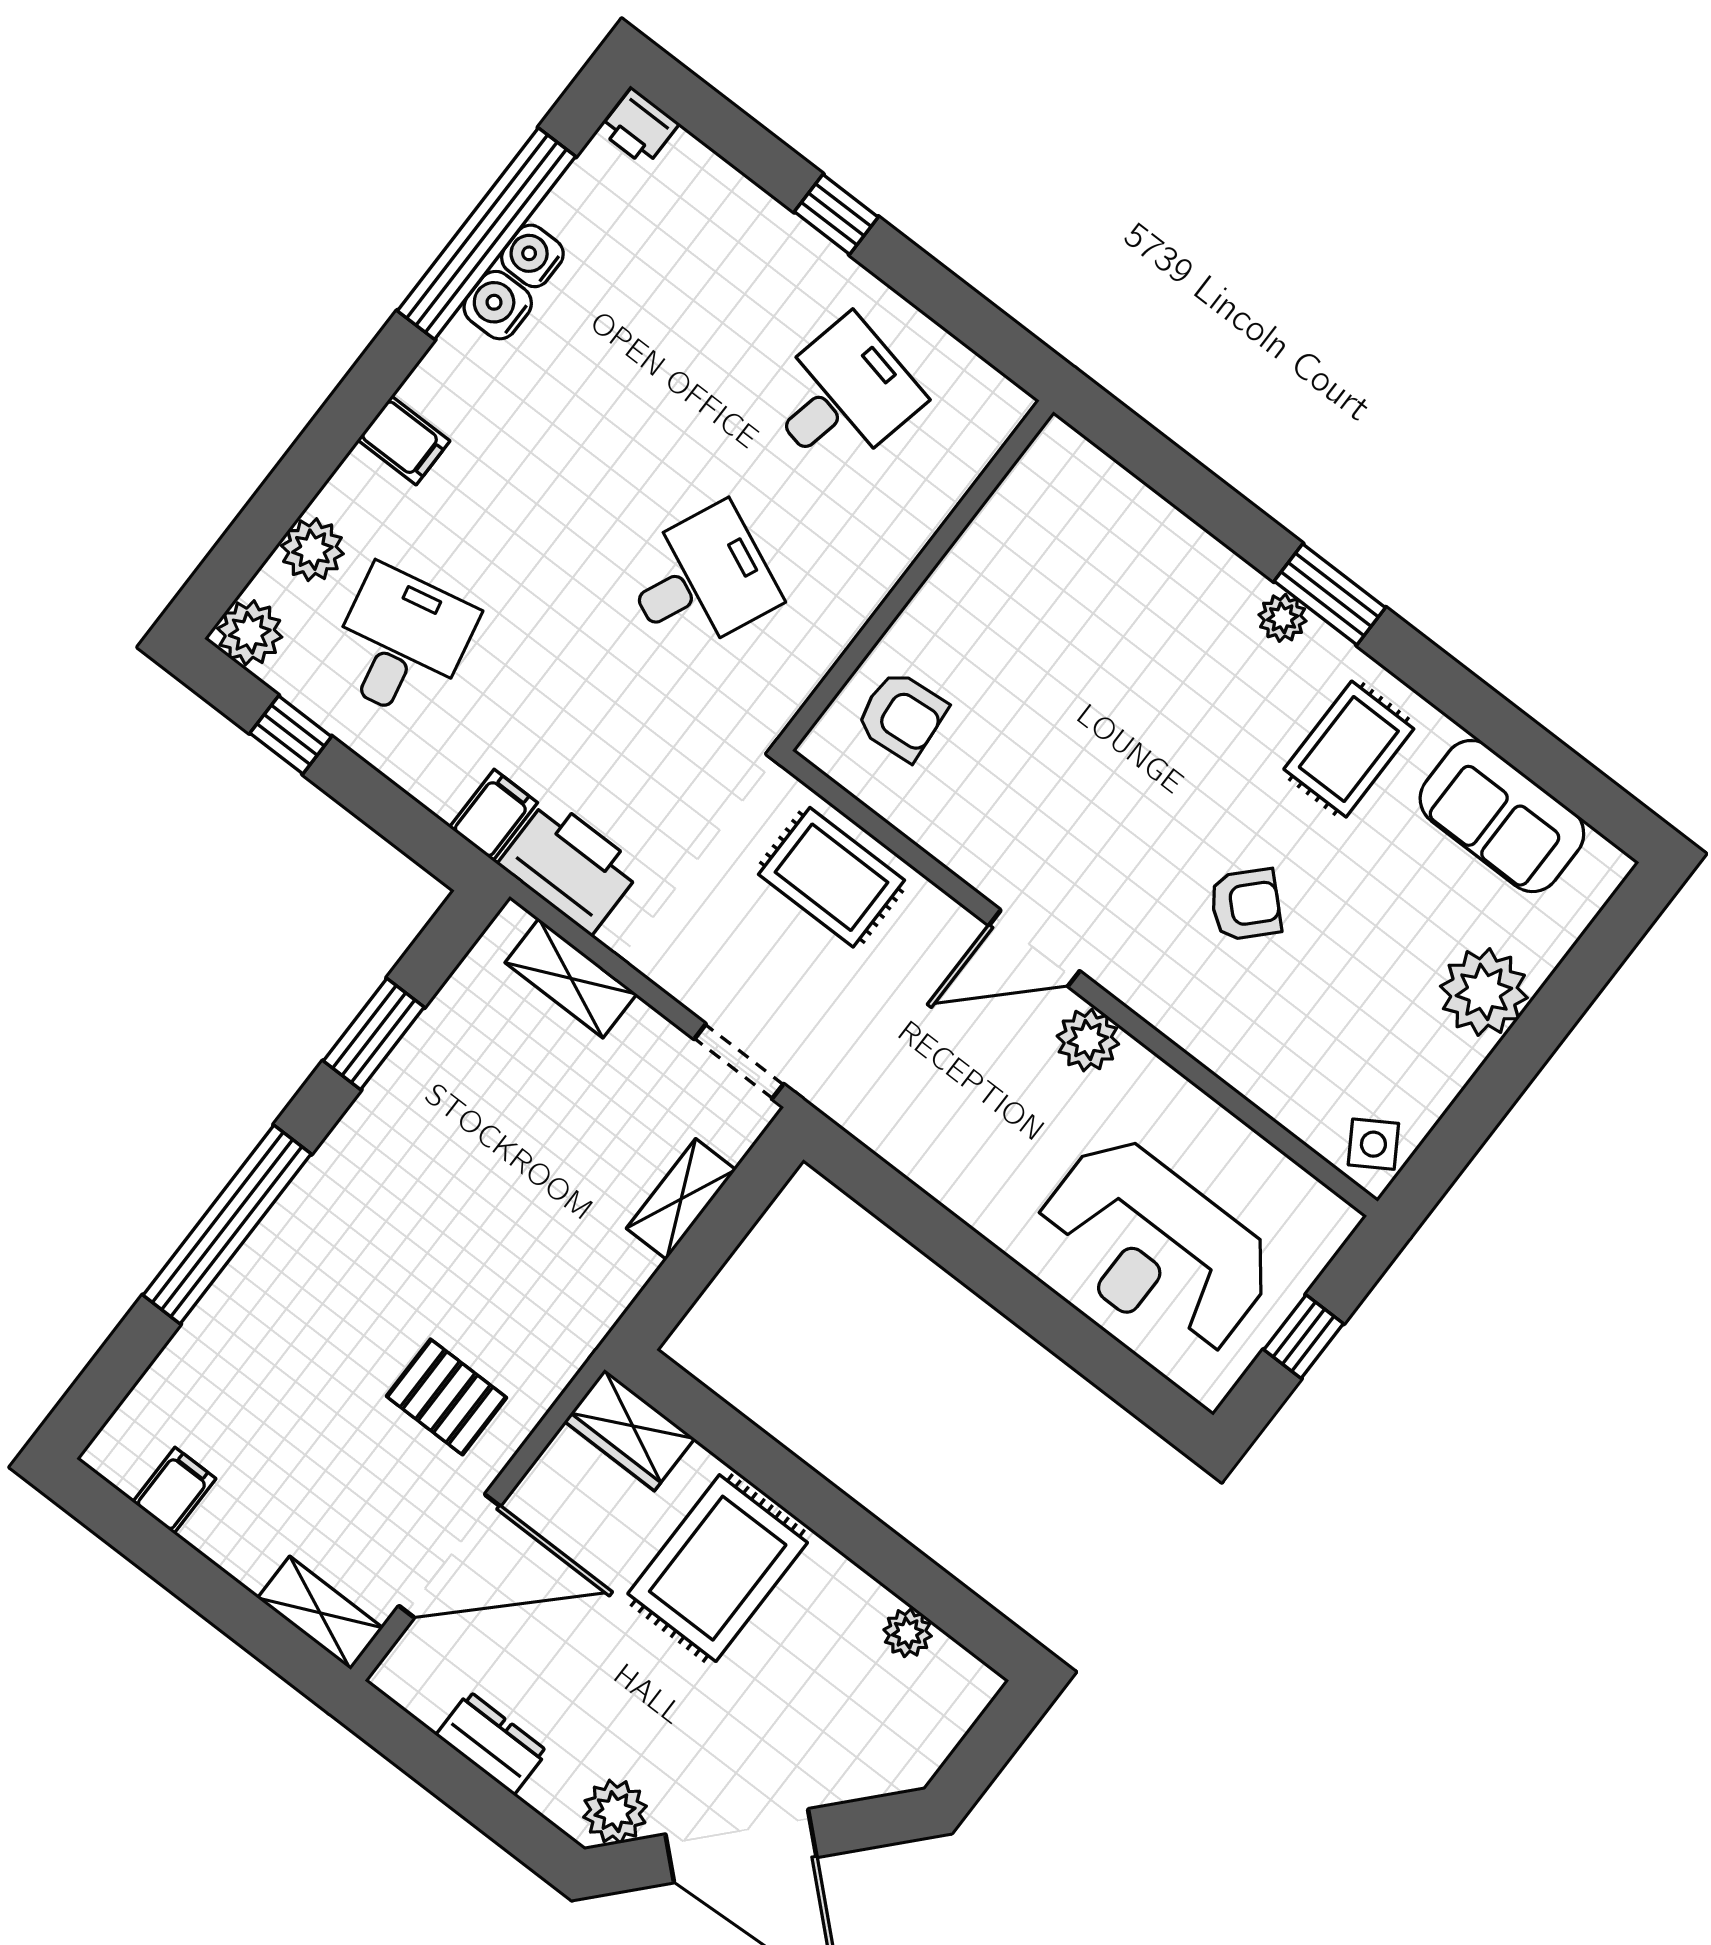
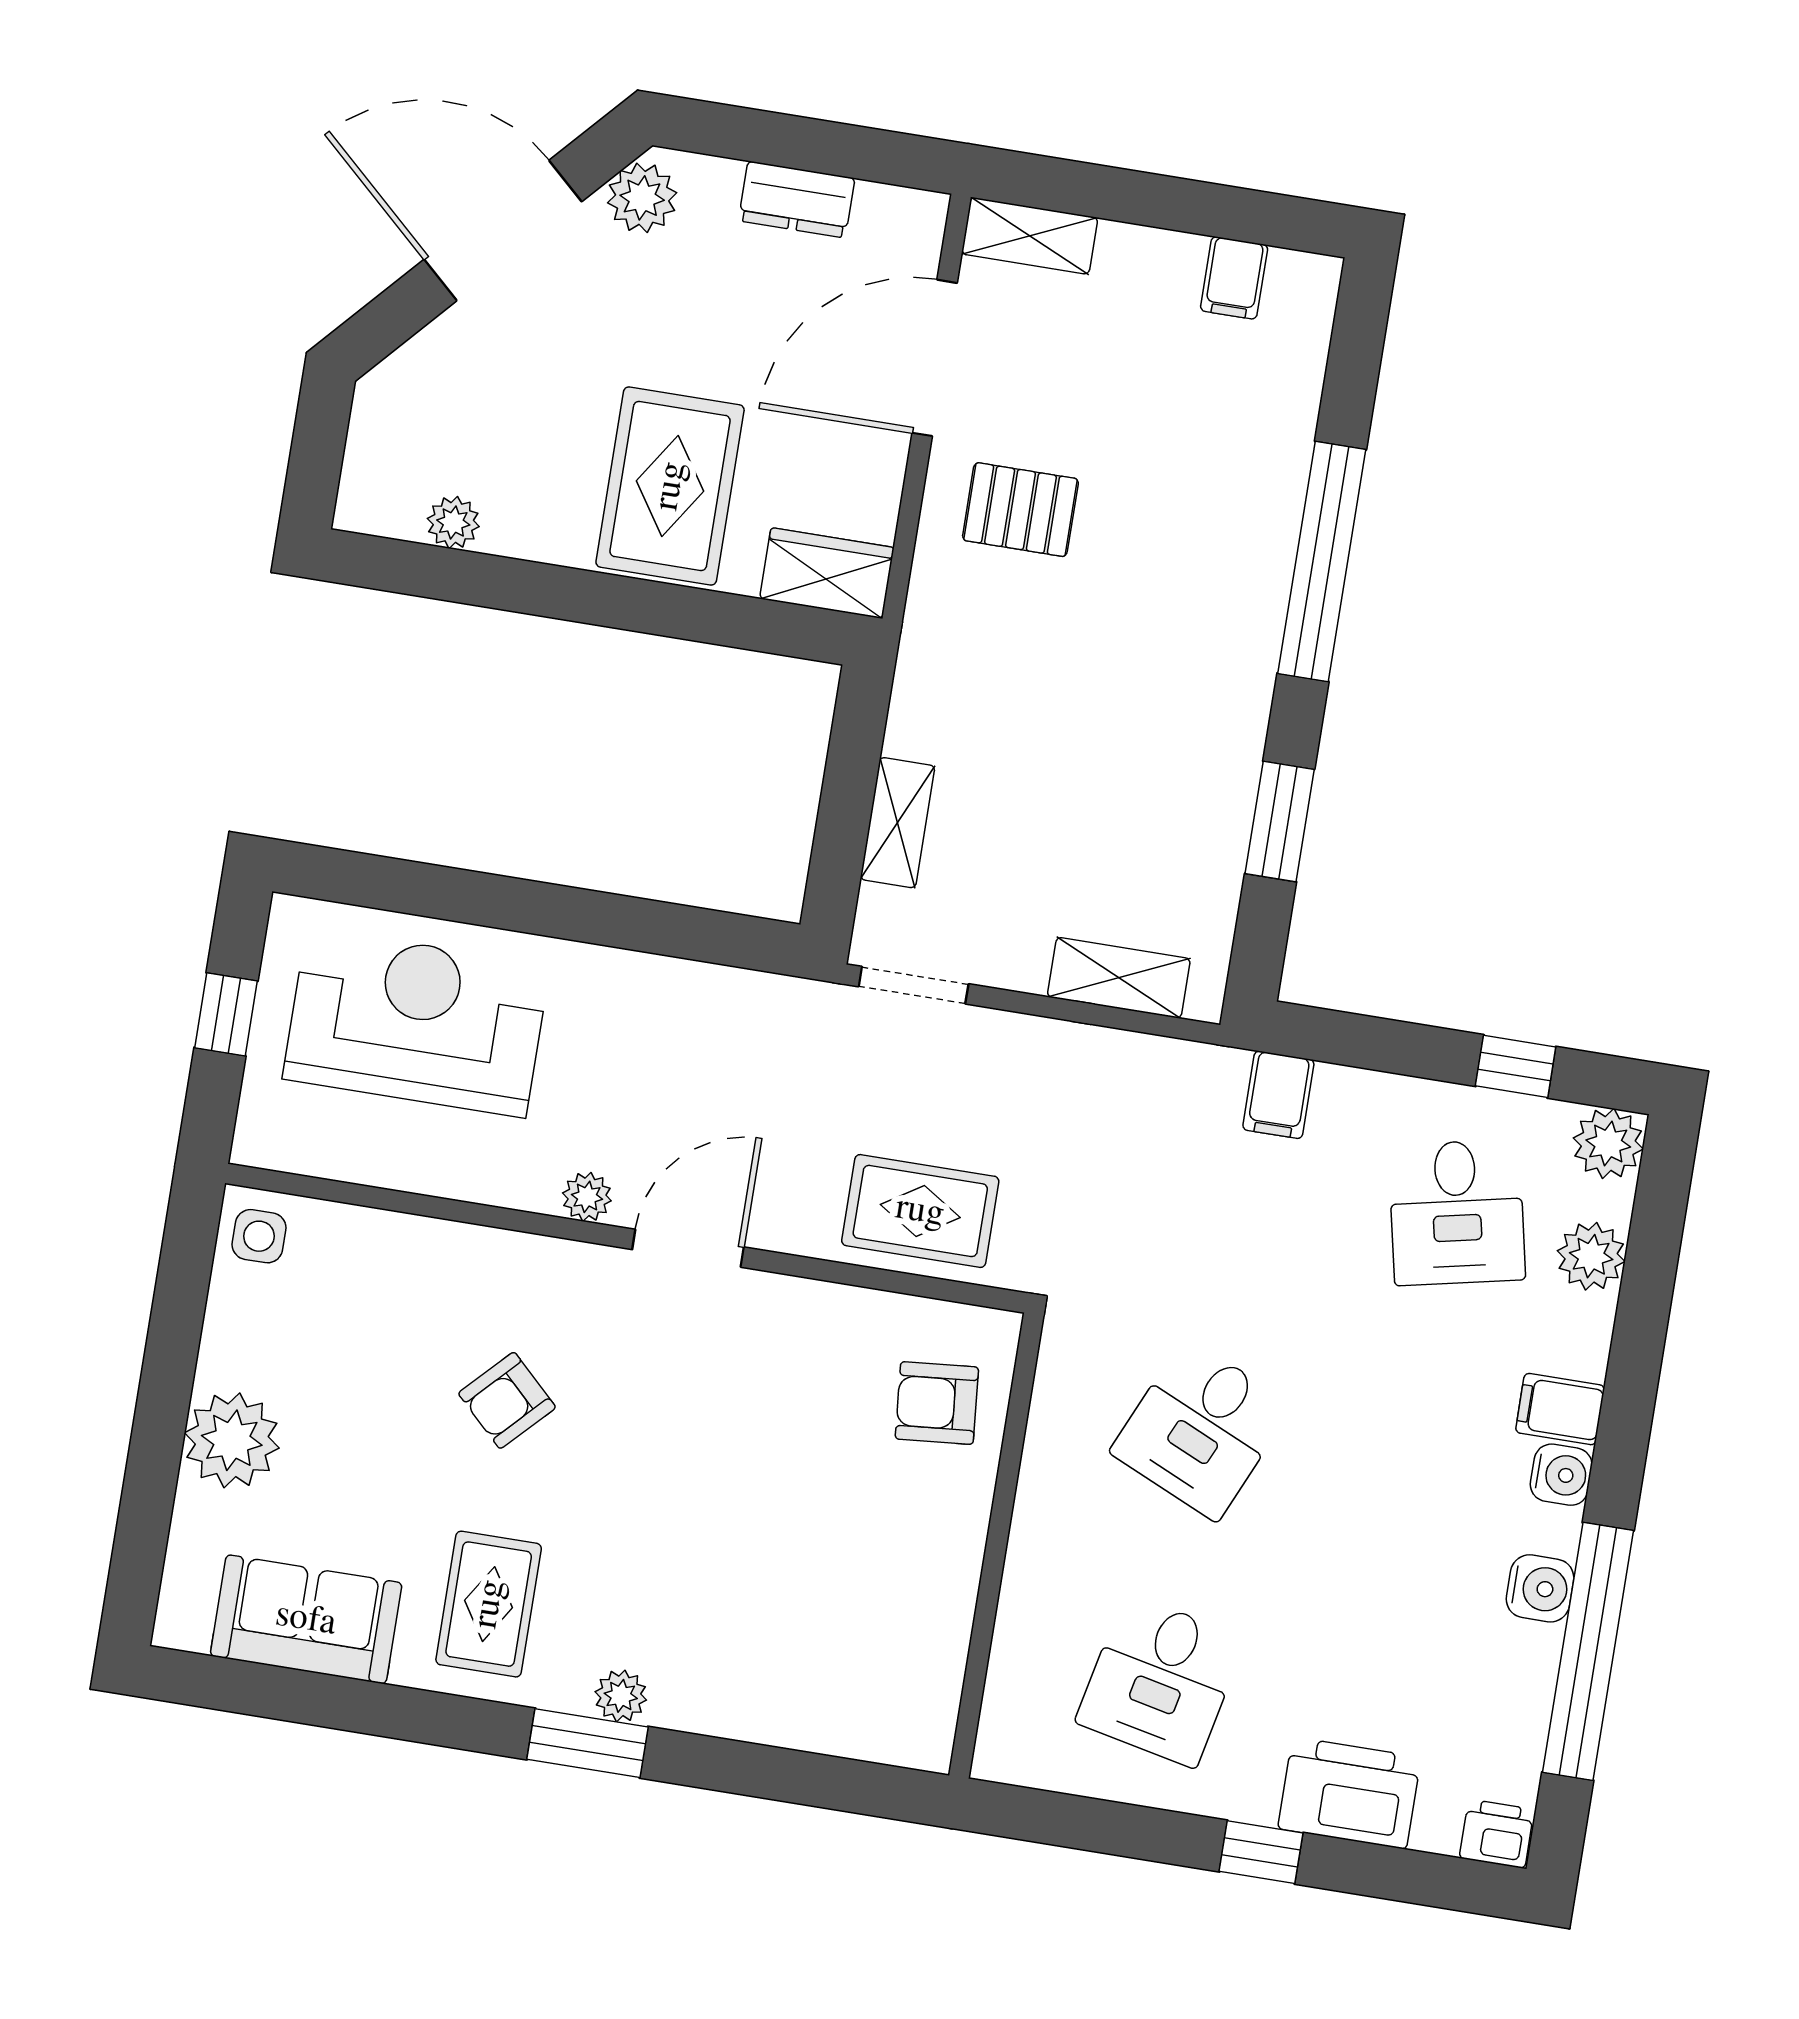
water cooler: (532, 256) -> (1561, 1475), moved
printer: (570, 866) -> (1349, 1793), moved, turned 180
plant: (1088, 1040) -> (587, 1197), width x0.73, depth x0.73
side table: (1373, 1144) -> (259, 1236), turned 32

